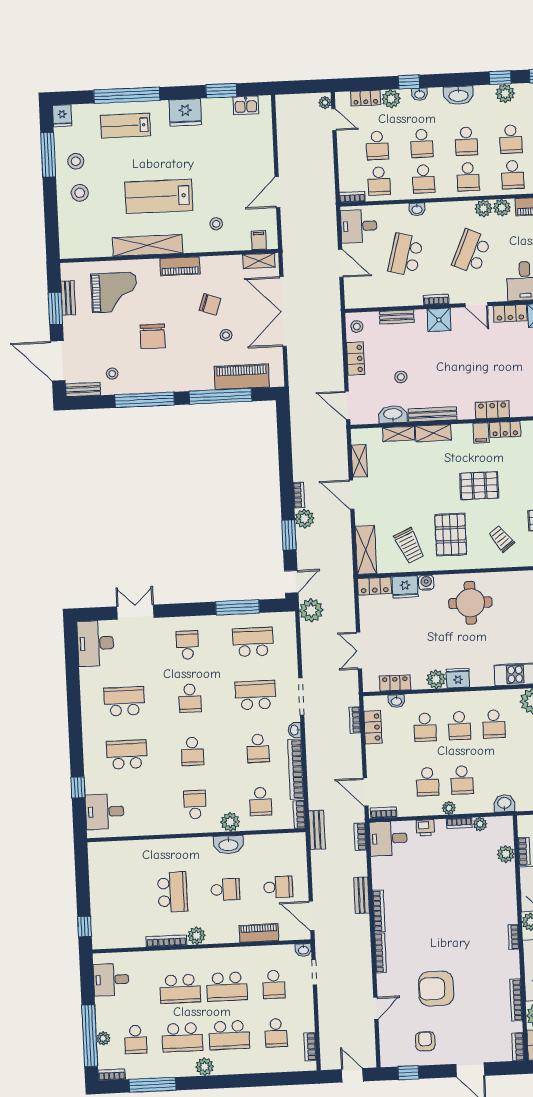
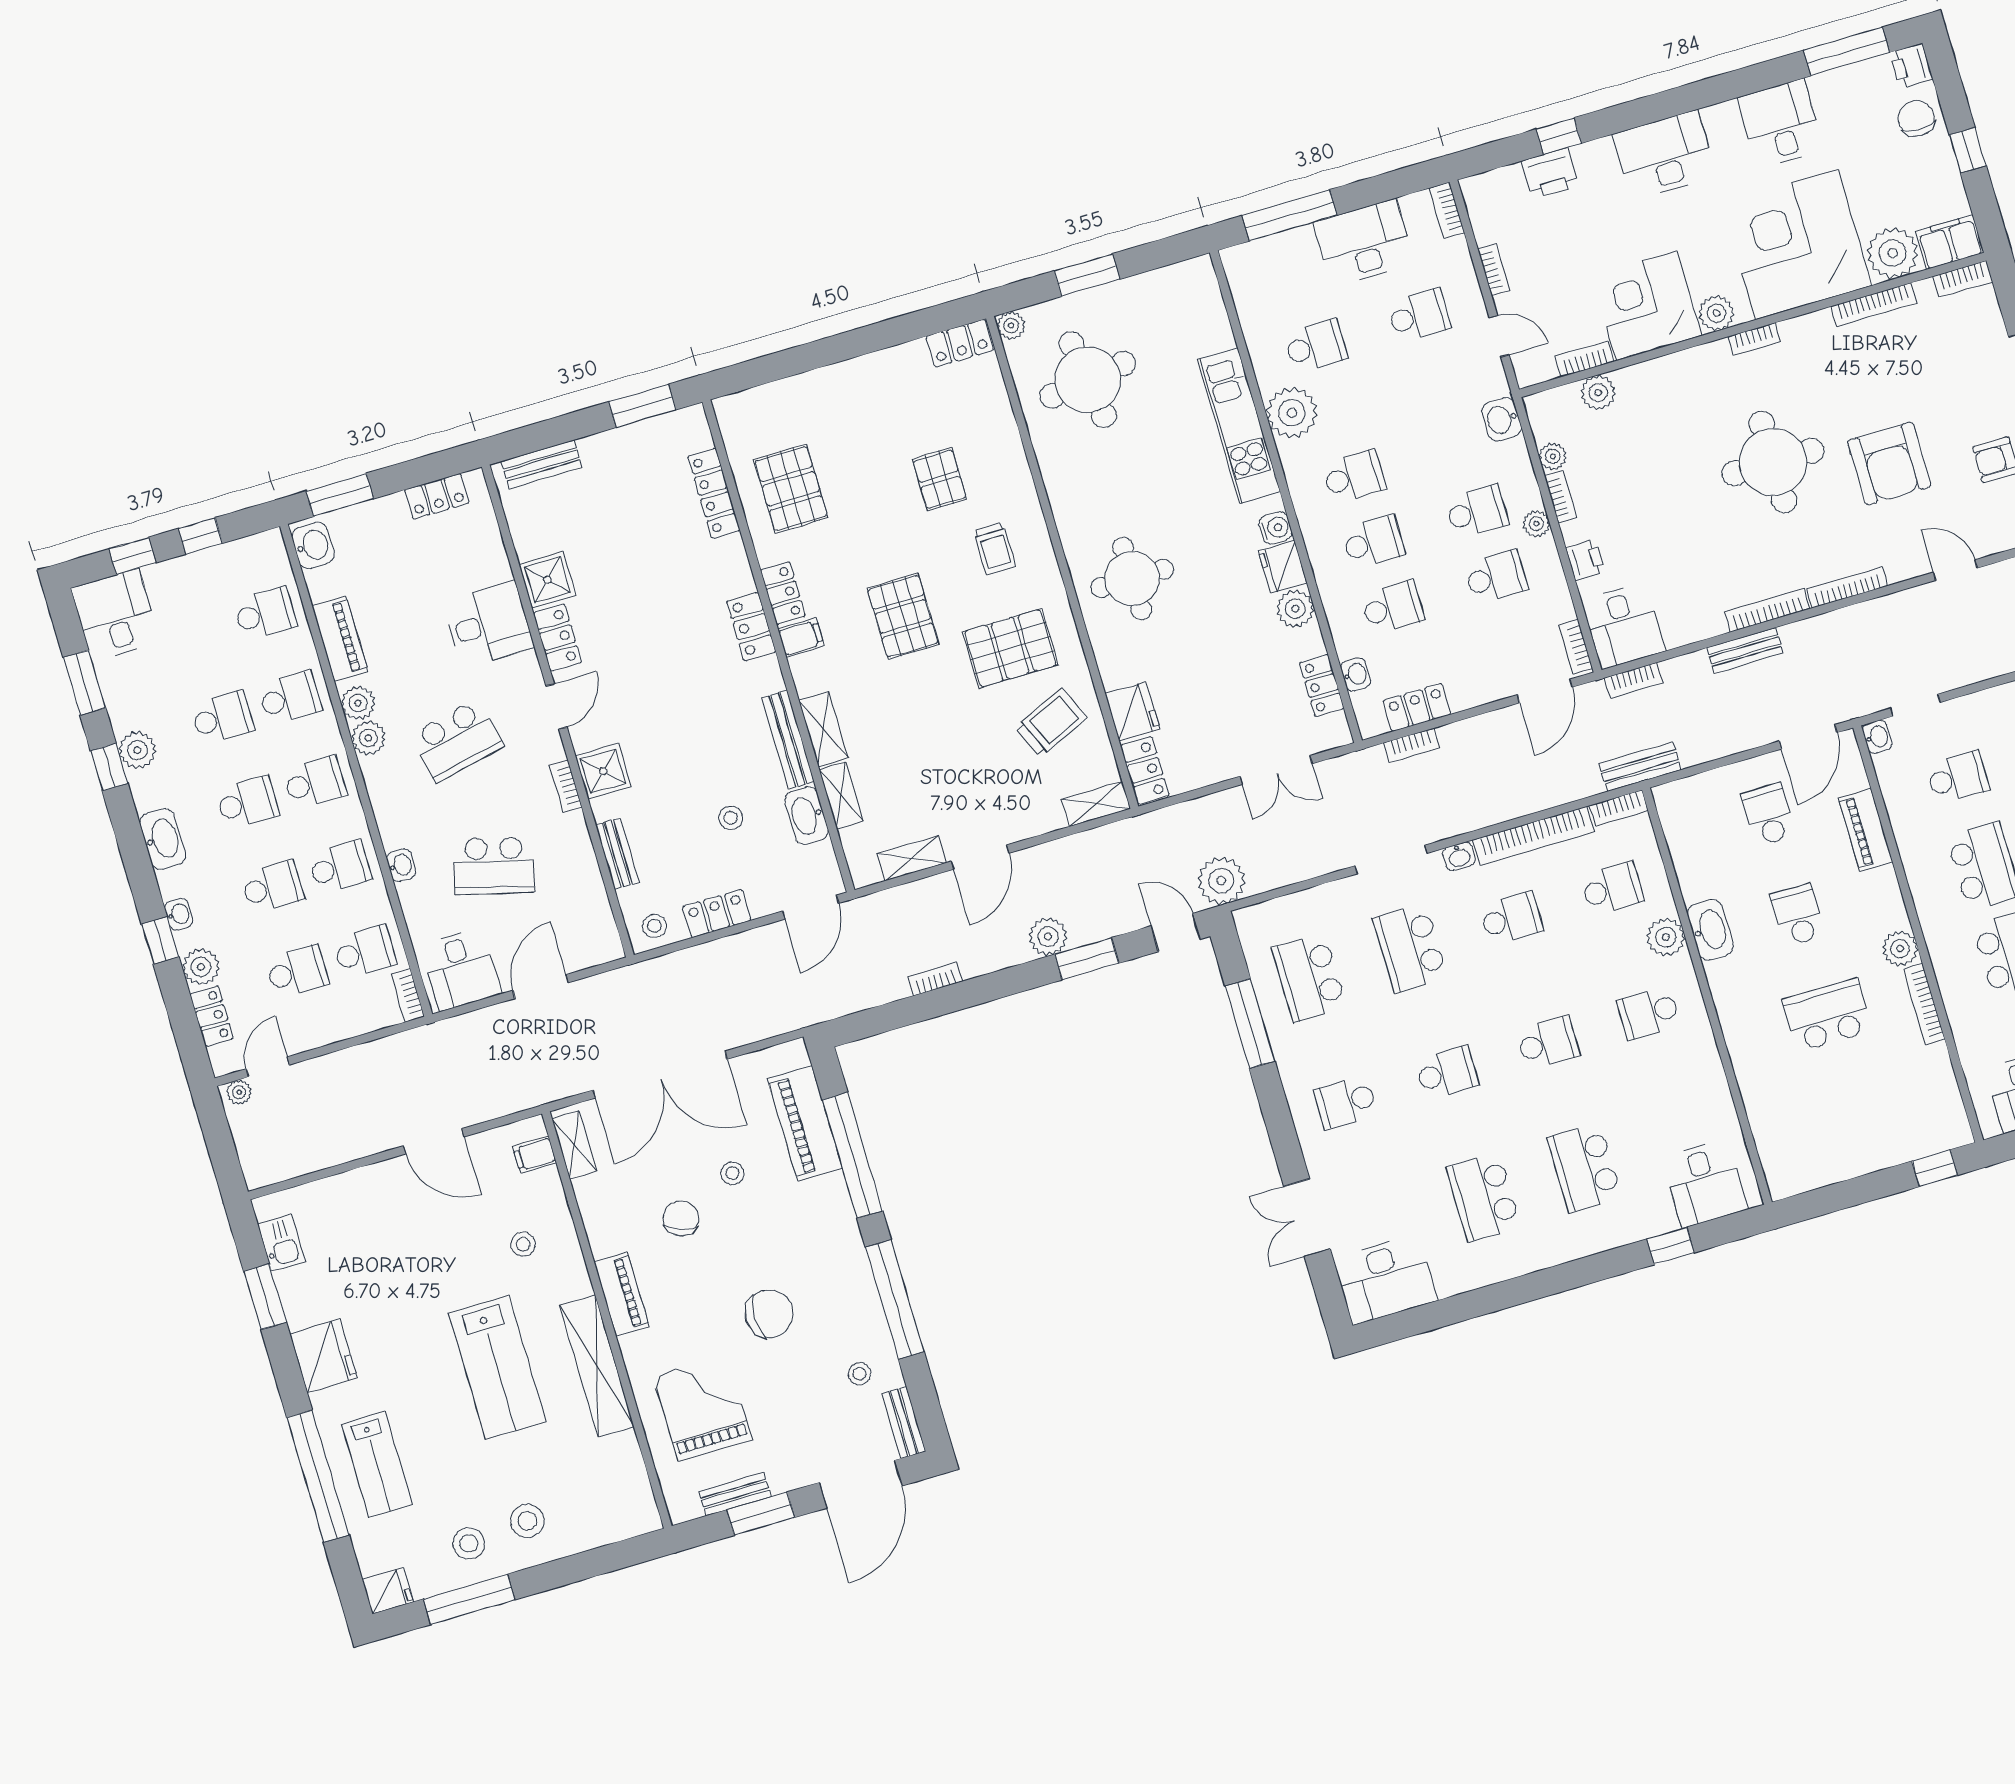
school desk: (472, 252) -> (457, 741), turned -36
bookcase: (299, 495) -> (935, 979), moved
trolley: (501, 539) -> (995, 549), turned -53
shelving: (366, 550) -> (1096, 804), width x0.67, depth x0.75
water cooler: (426, 583) -> (1276, 528), moved, turned 180
round table: (451, 932) -> (1773, 462), added

